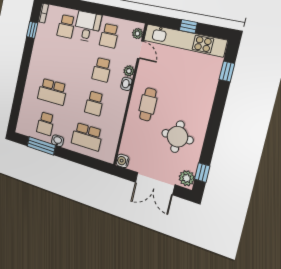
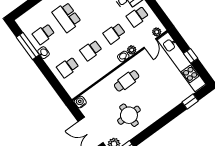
school desk: (87, 137) -> (68, 67), width x0.54

